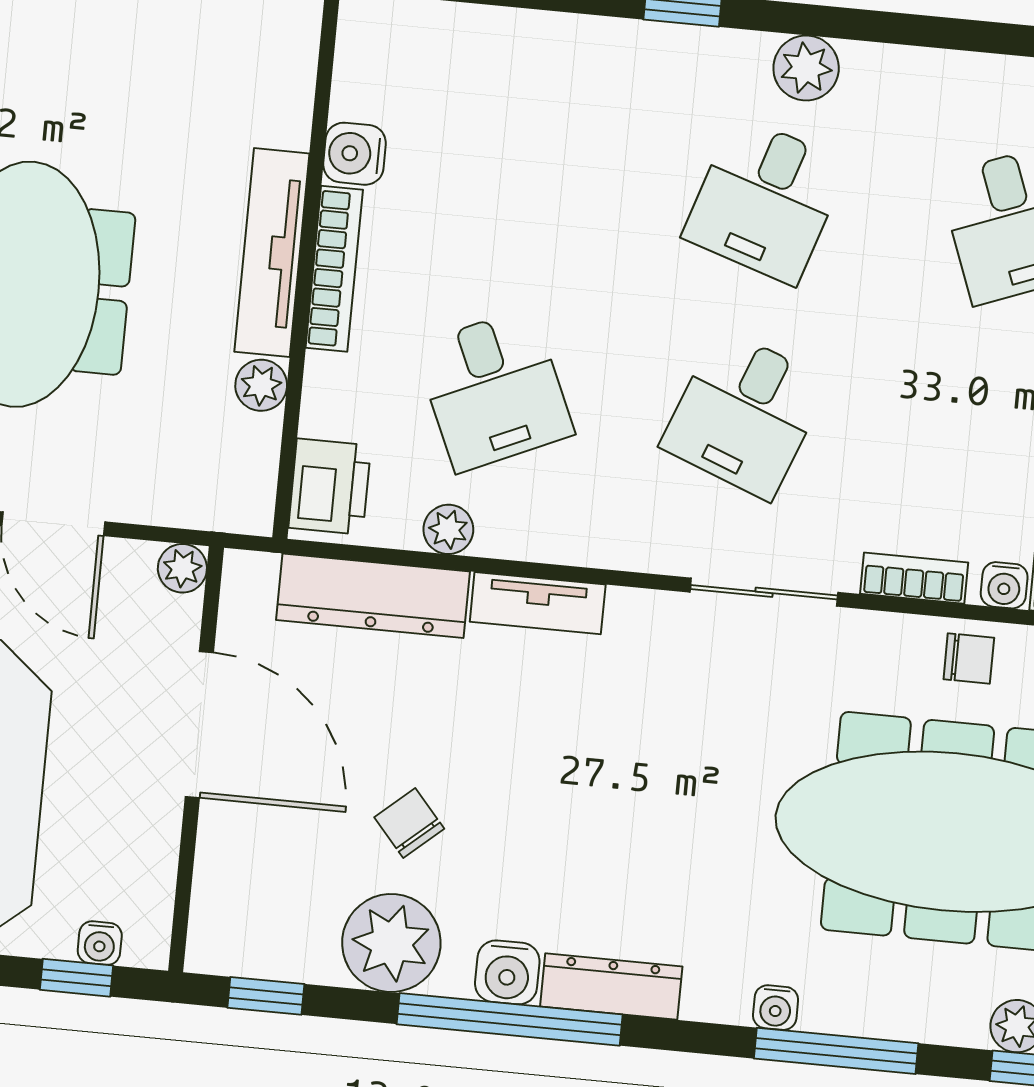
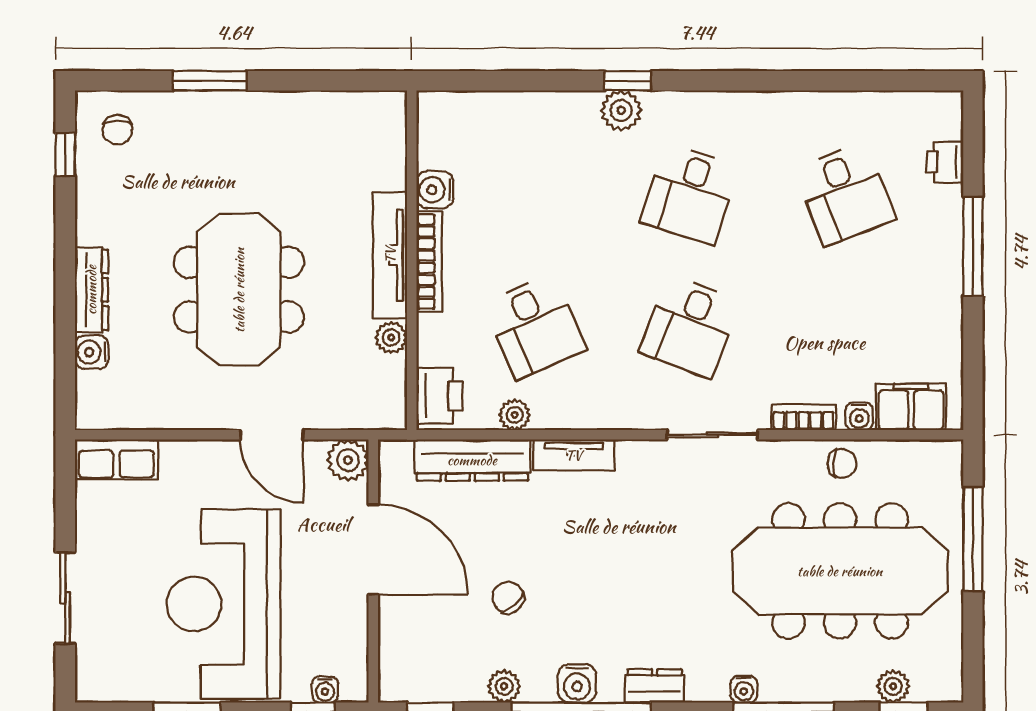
plant: (806, 68) -> (621, 110), moved
plant: (182, 568) -> (348, 460), width x1.38, depth x1.38
plant: (391, 943) -> (504, 686), width x0.53, depth x0.53
dresser: (611, 986) -> (655, 686), width x0.70

